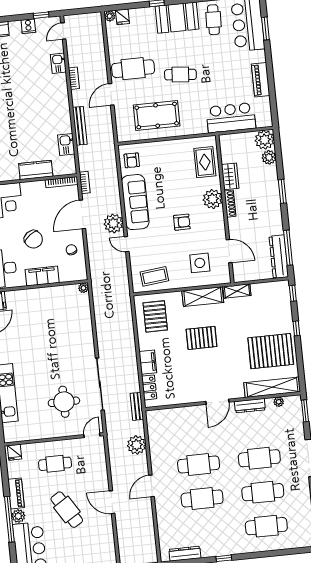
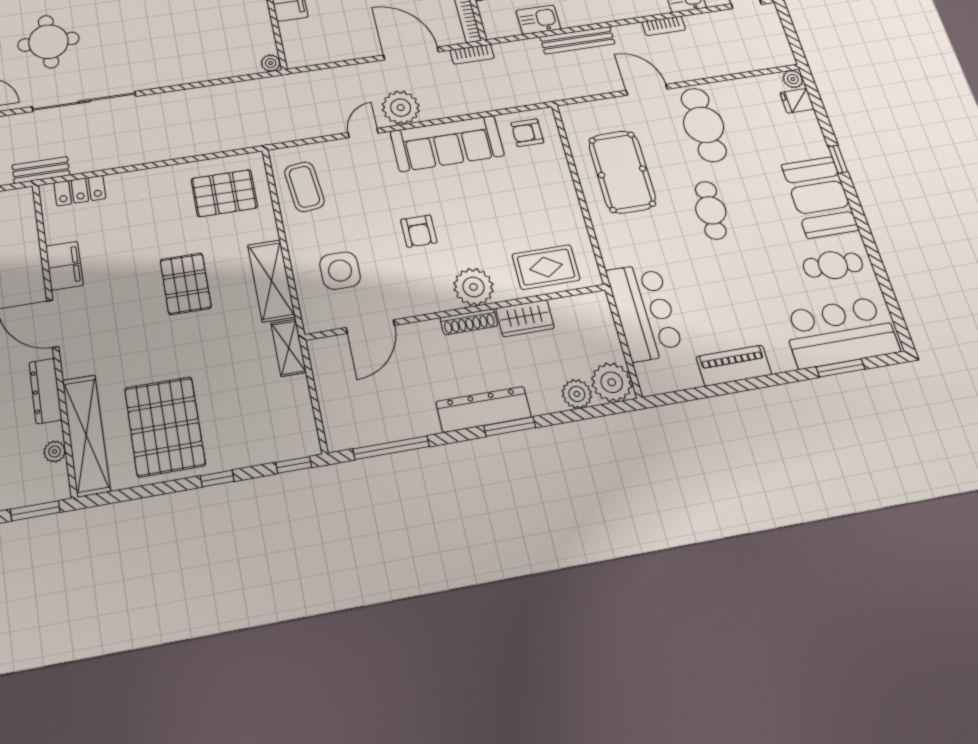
chair: (71, 250) -> (342, 39), removed
dresser: (279, 257) -> (484, 409), moved
filing cabinet: (148, 362) -> (64, 266), moved, turned -90

